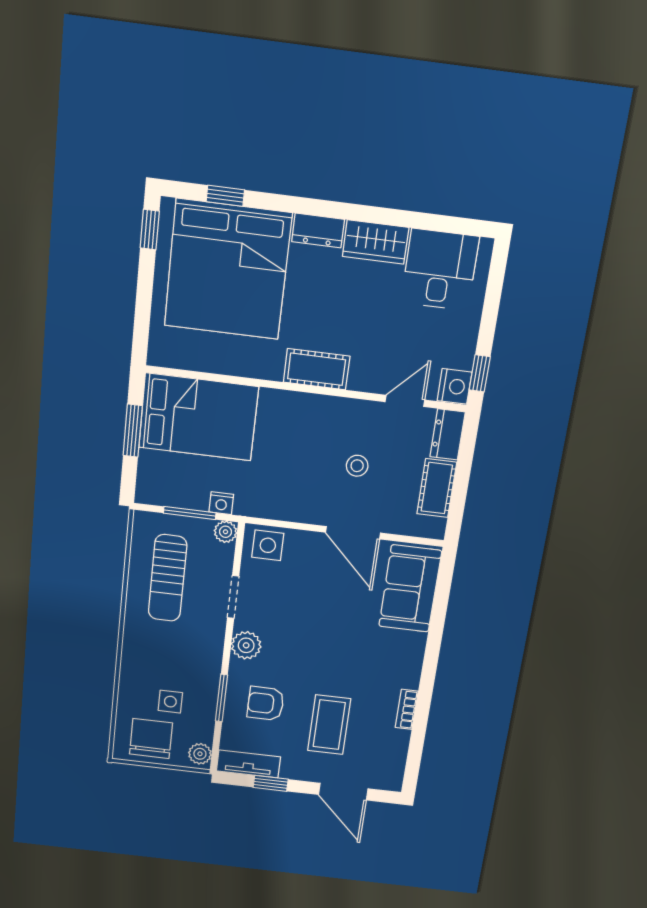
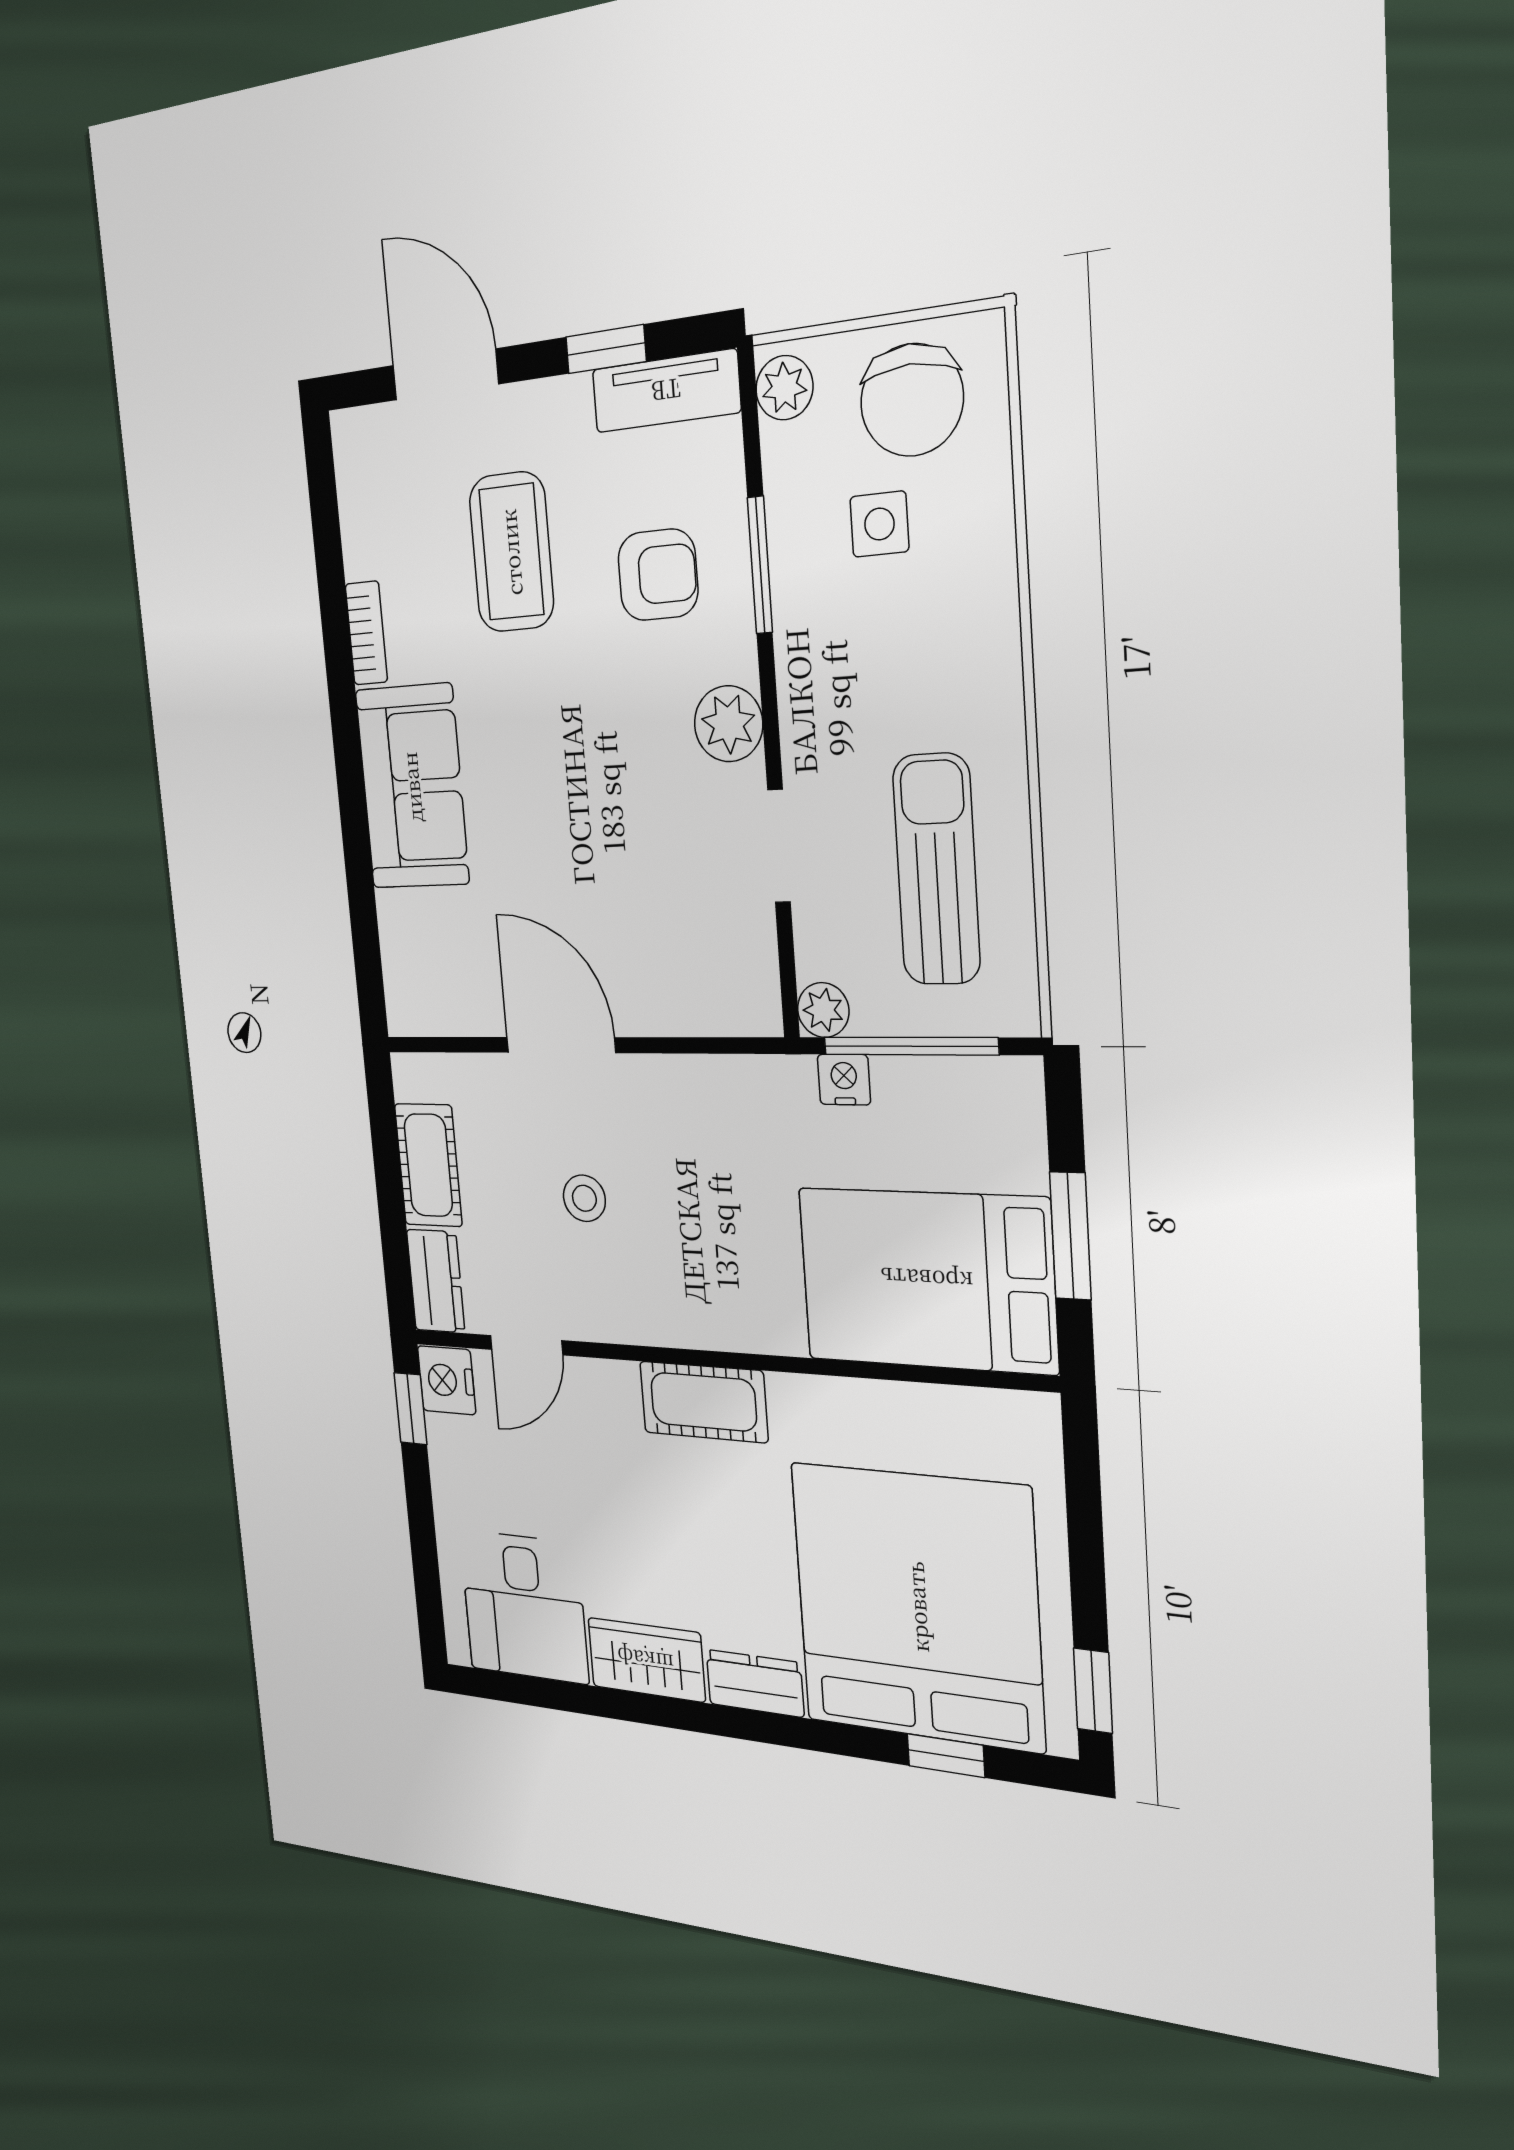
window: (190, 513) -> (910, 1046), width x1.44
side table: (268, 545) -> (727, 990), removed
sofa: (410, 589) -> (412, 787), moved

